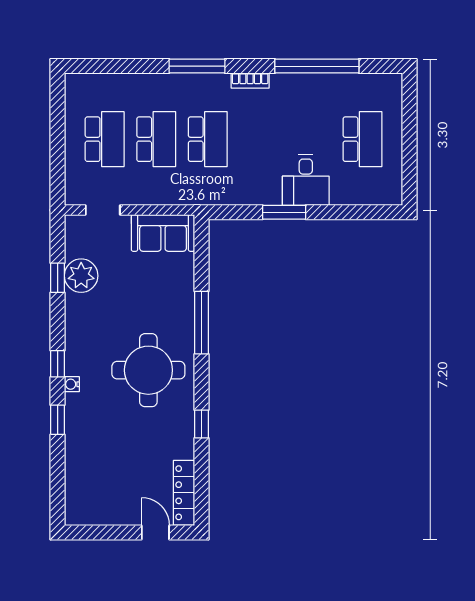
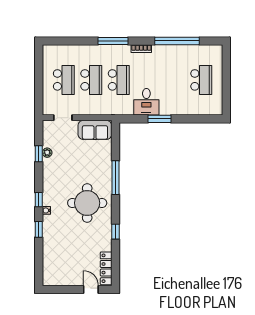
desk: (306, 180) -> (146, 102), moved
plant: (81, 276) -> (47, 153), width x0.53, depth x0.53

